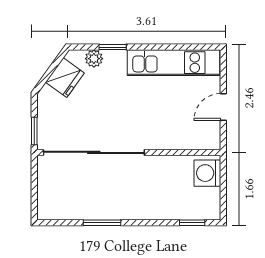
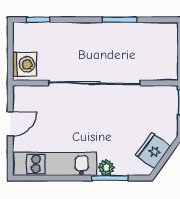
window: (113, 47) -> (110, 178), width x1.50
plant: (94, 59) -> (106, 168), moved
sliding door: (94, 152) -> (94, 83), moved

